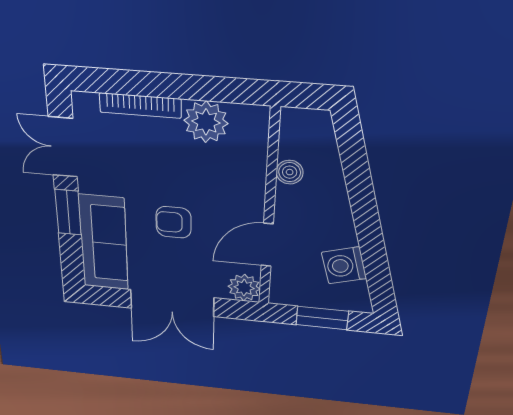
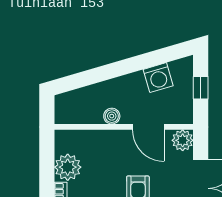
boiler: (290, 172) -> (112, 116), moved
window: (322, 318) -> (201, 88), width x0.67

